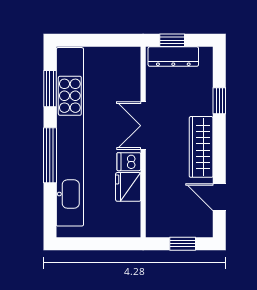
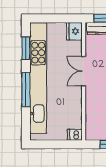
dishwasher: (129, 162) -> (75, 135), moved
fridge: (128, 187) -> (74, 31), moved

